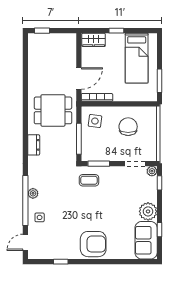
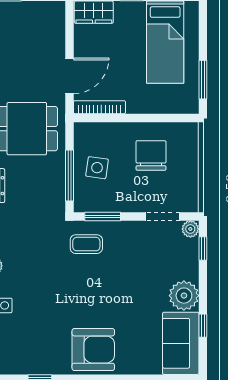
side table: (95, 121) -> (97, 168), moved

